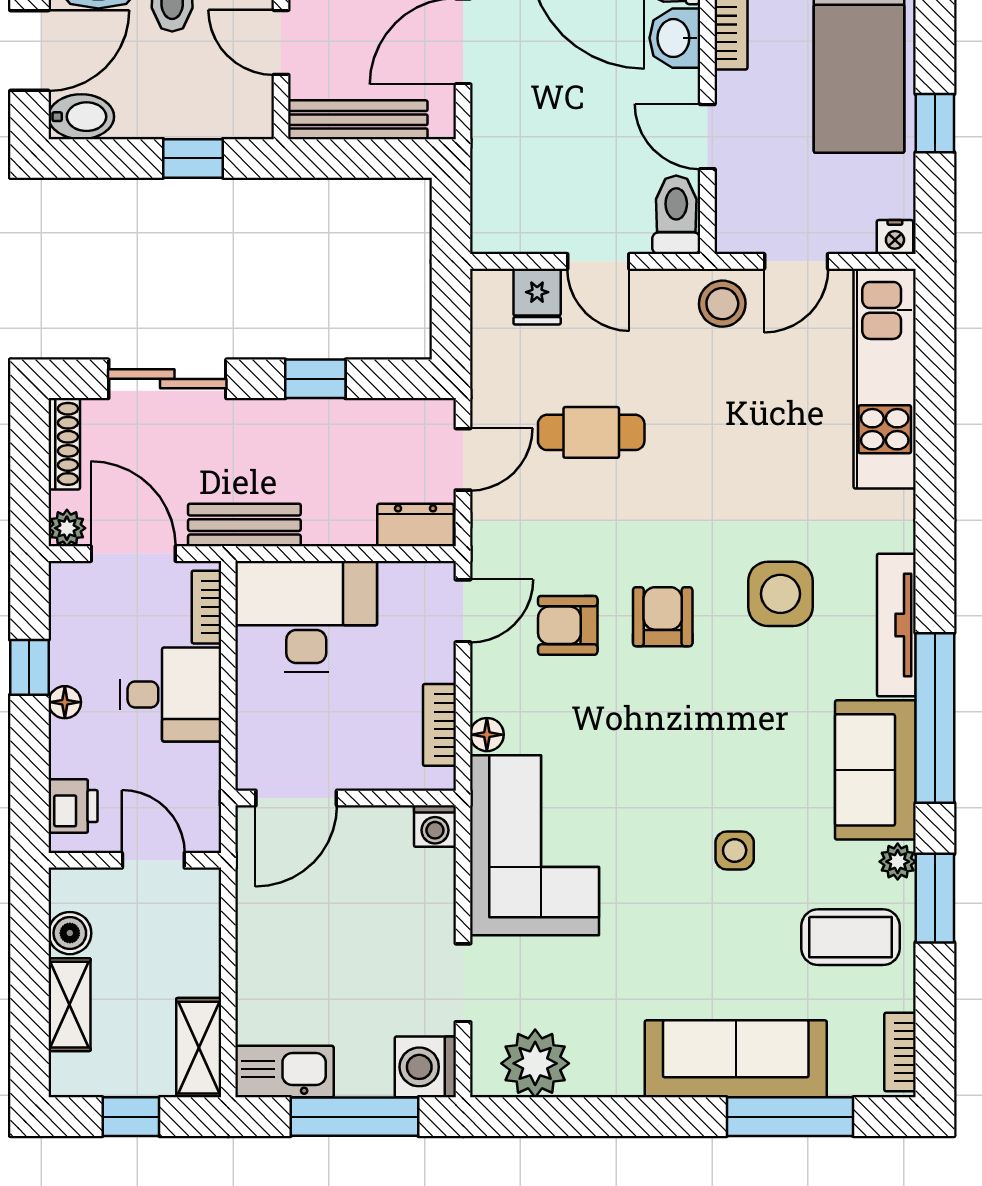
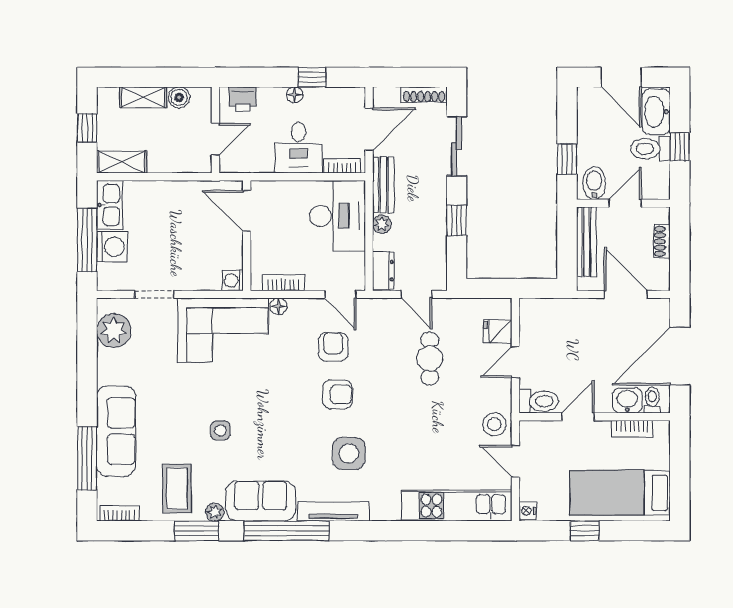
bidet: (81, 117) -> (594, 183), moved, turned 180
plant: (67, 528) -> (382, 224), moved
washing machine: (425, 1067) -> (112, 247), moved, turned 90

